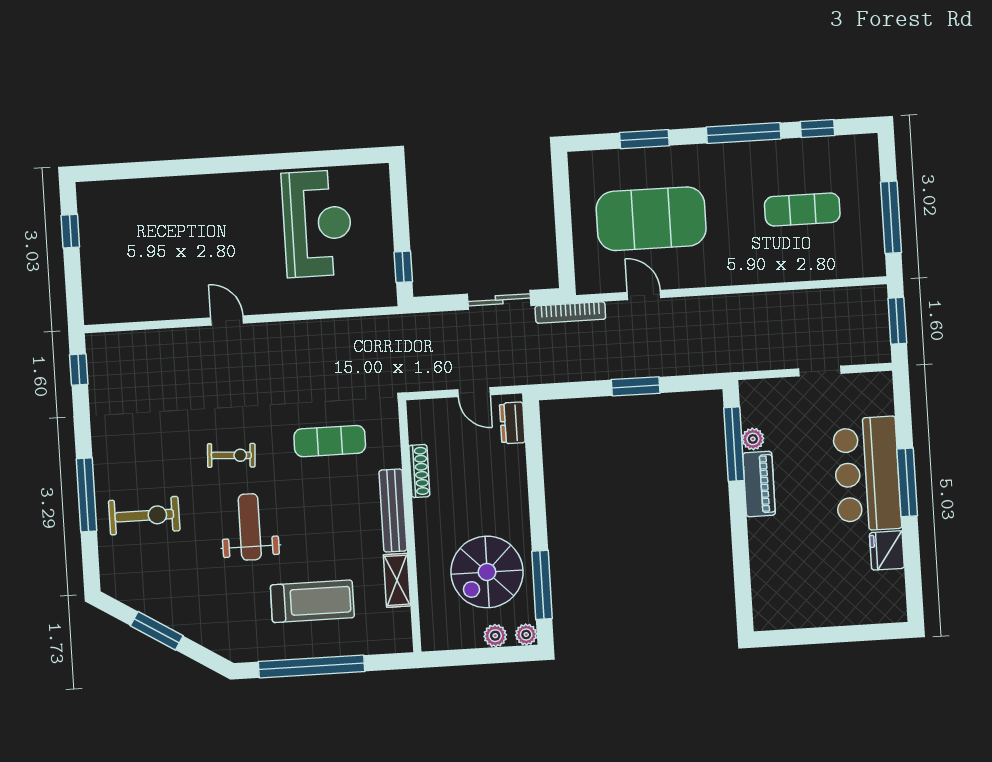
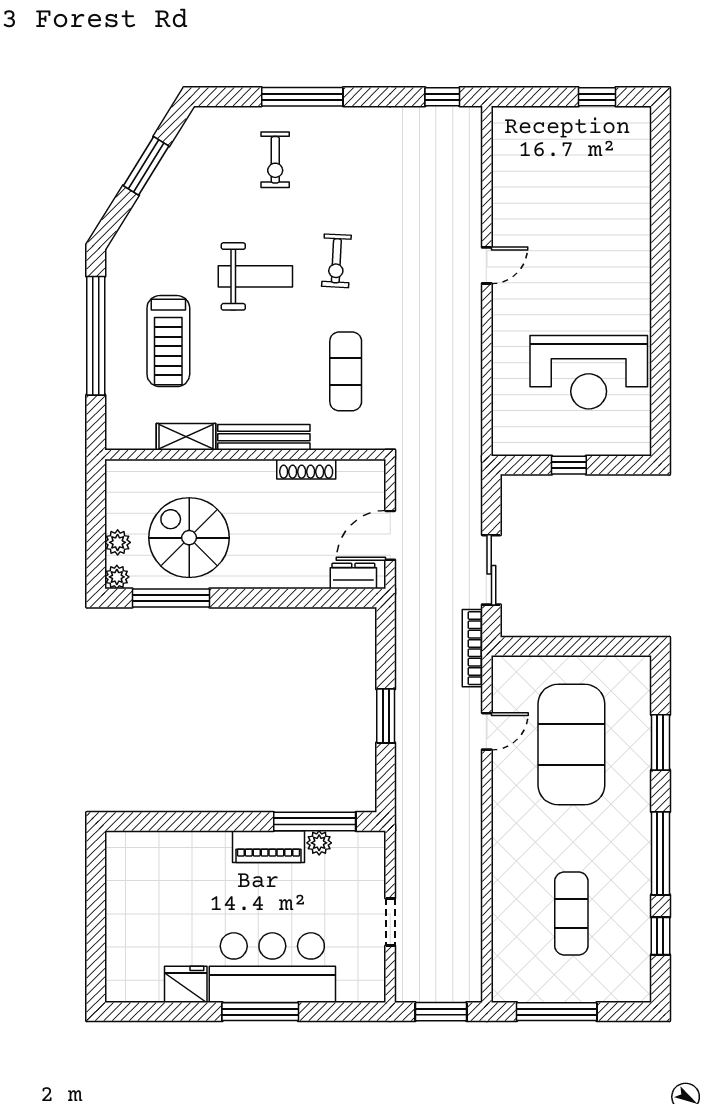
window: (403, 267) -> (569, 465), moved
door: (474, 392) -> (390, 535), width x1.38
exercise bike: (144, 516) -> (275, 160), width x0.73, depth x0.72

